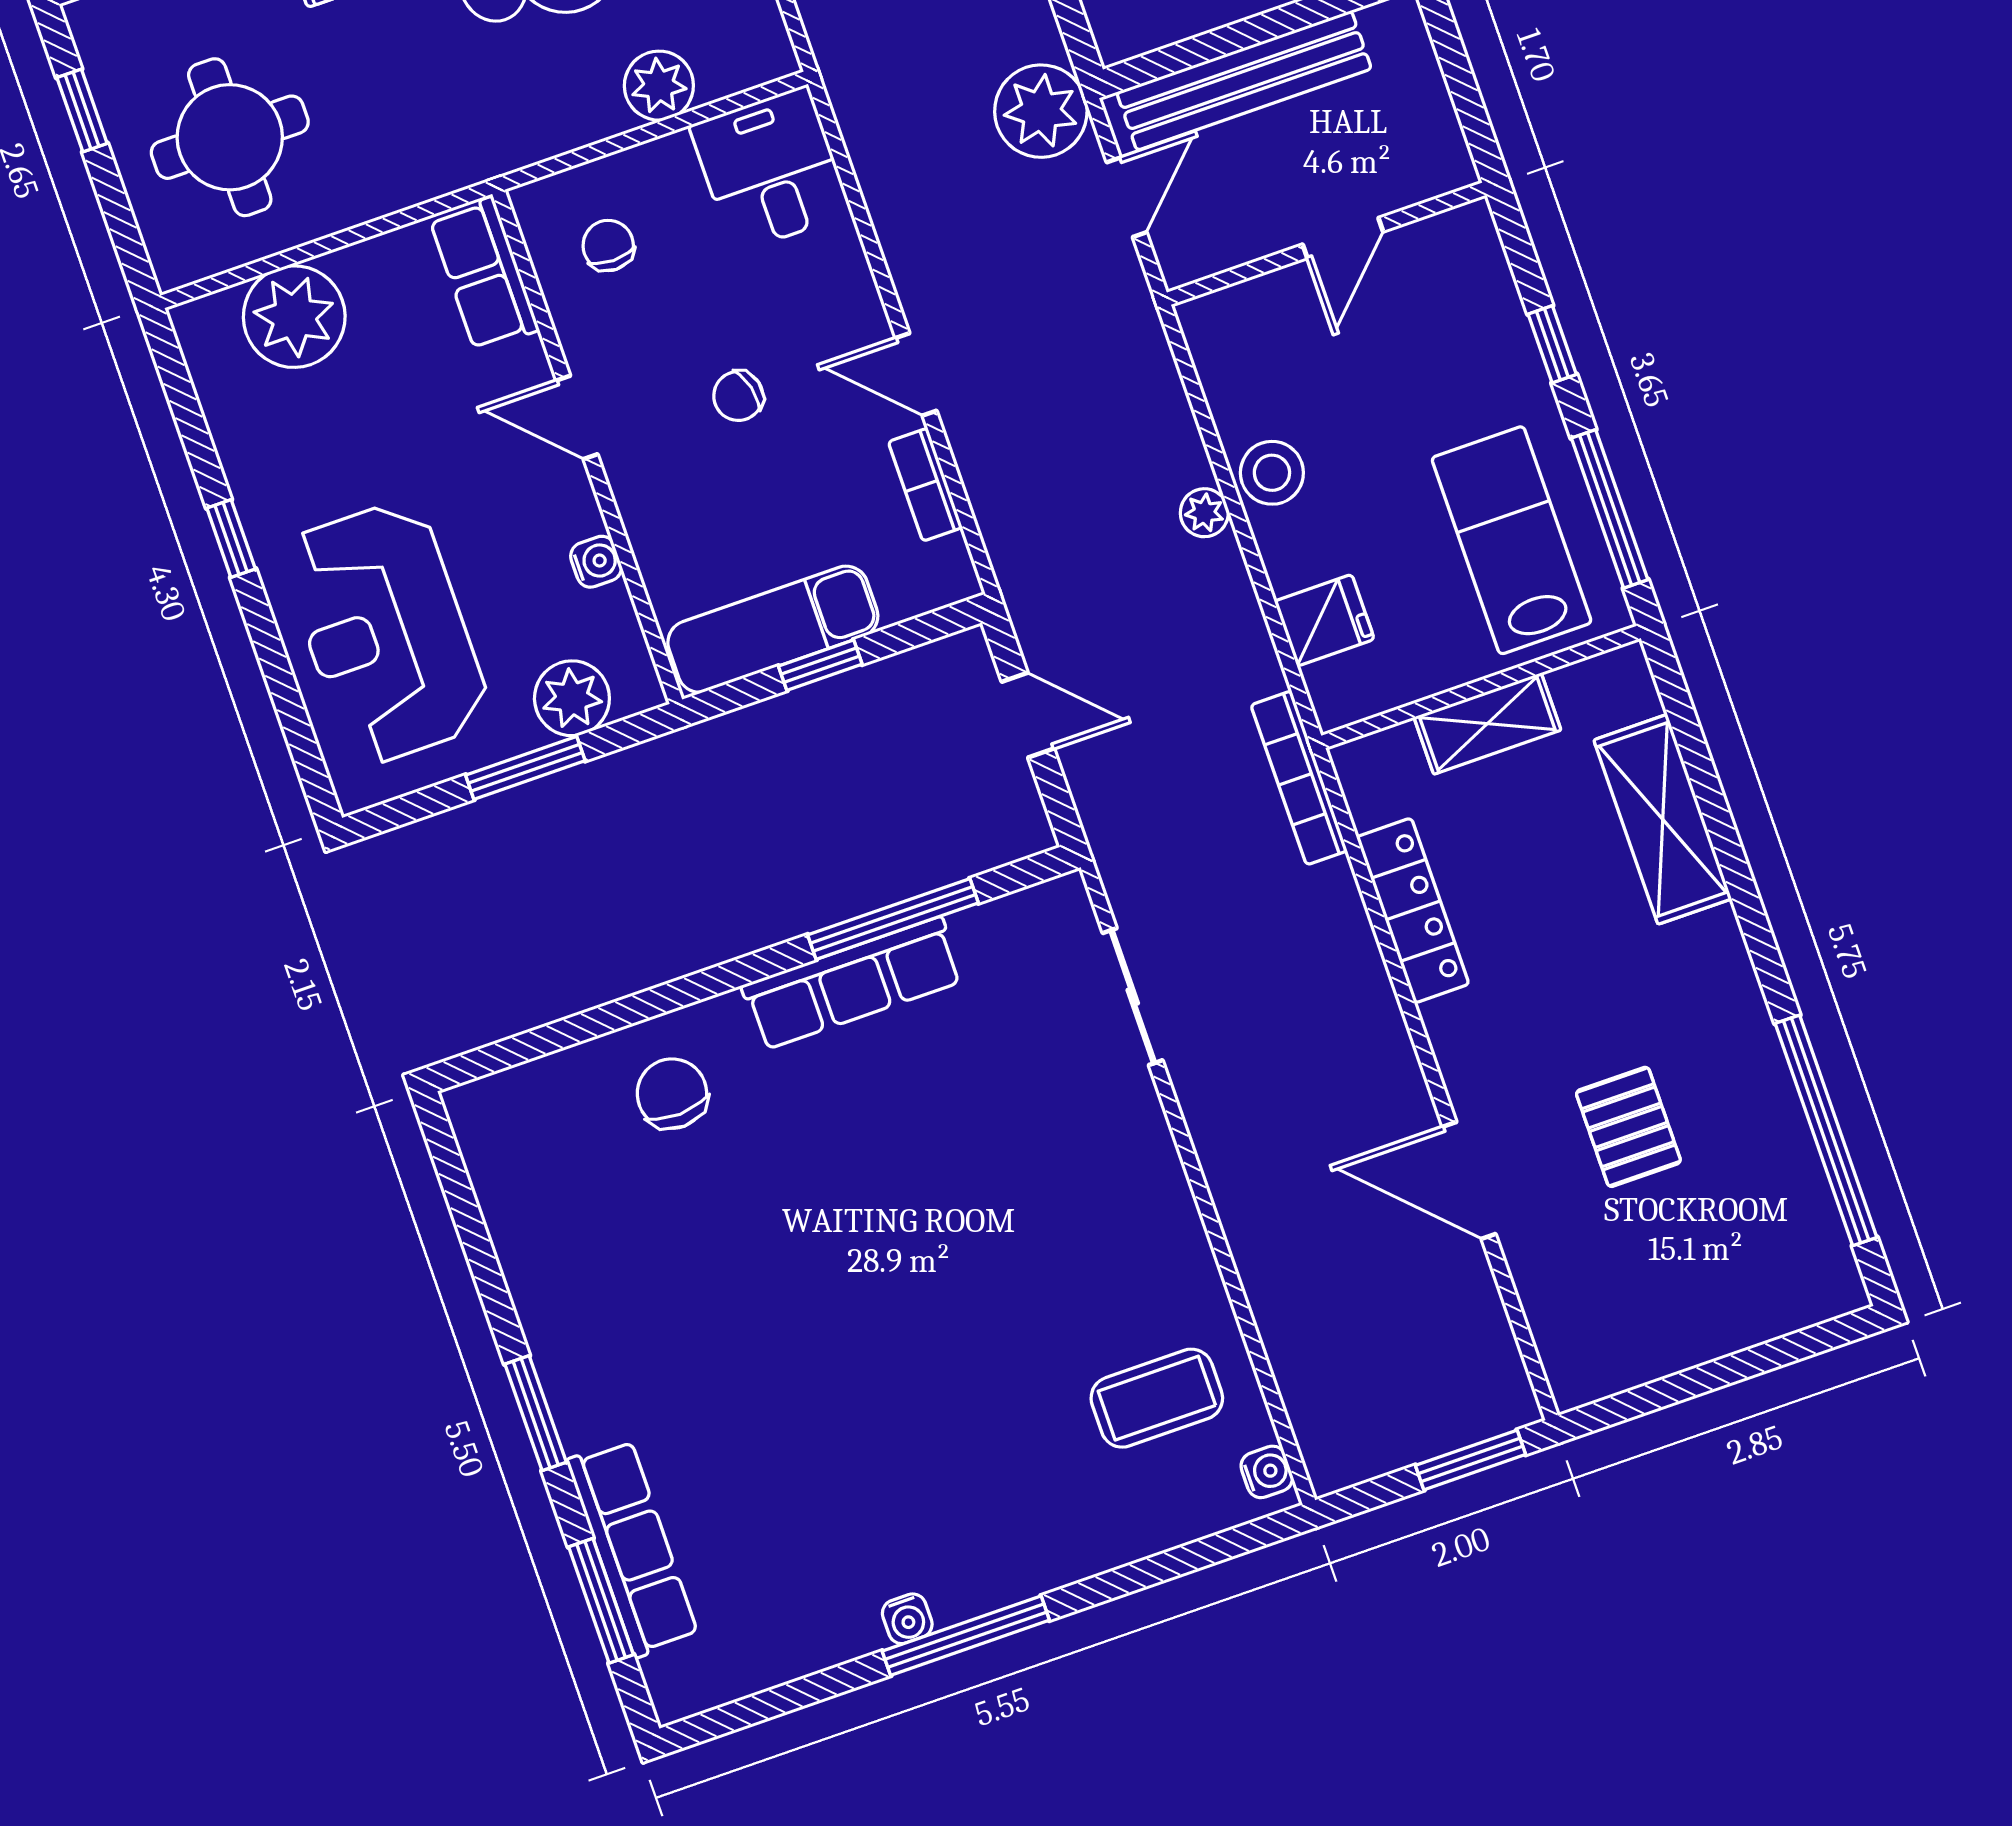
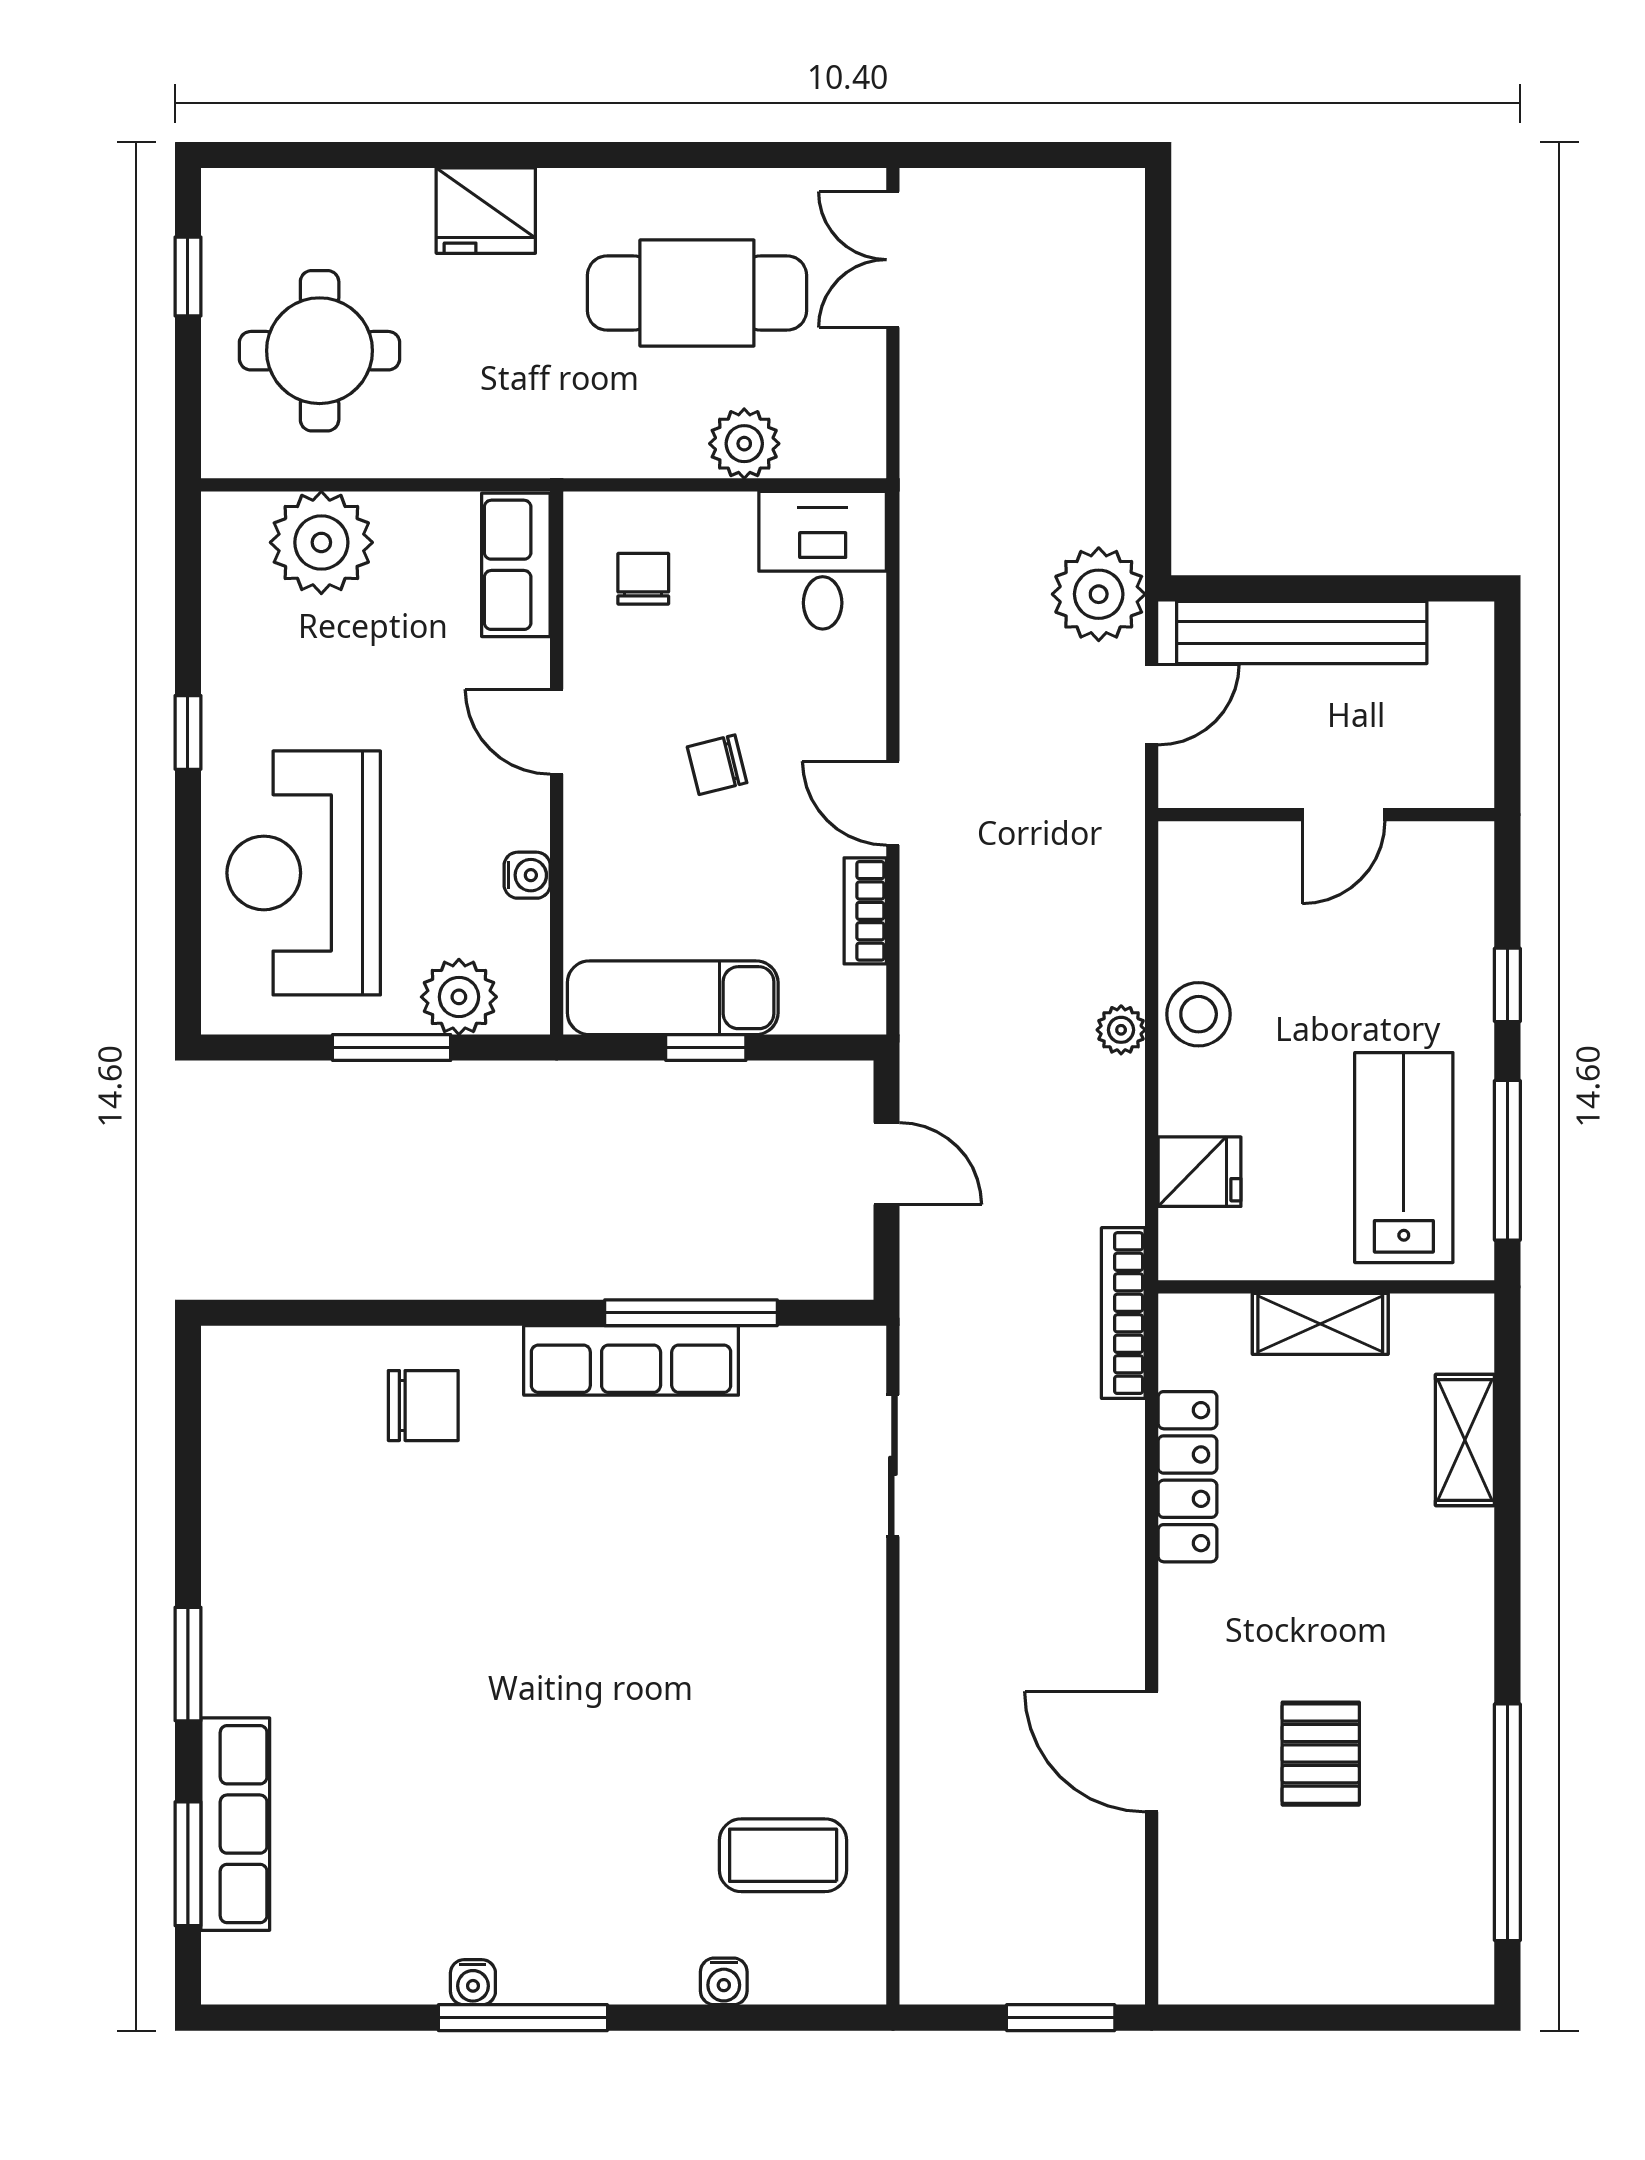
shelving: (1663, 819) -> (1465, 1440), width x0.67, depth x0.75
chair: (672, 1094) -> (423, 1406), turned 92
water cooler: (1267, 1472) -> (724, 1981), moved, turned 90

